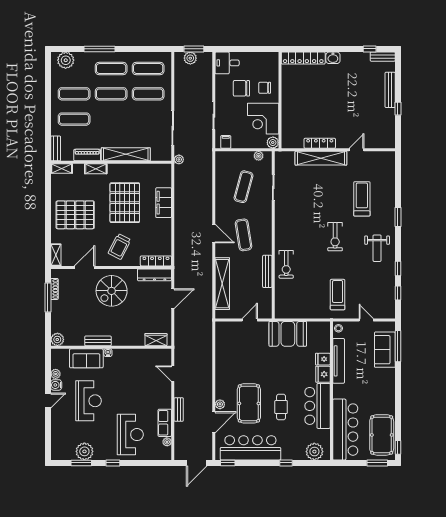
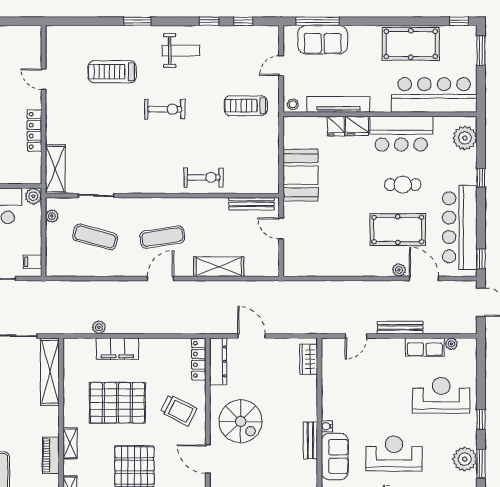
shelving: (126, 154) -> (50, 372), moved
shelving: (321, 158) -> (55, 169), moved, width x0.68
plant: (179, 159) -> (99, 327), moved
bench: (267, 271) -> (251, 204), moved
shelving: (222, 284) -> (219, 267), width x0.68
bench: (179, 409) -> (400, 328), width x1.36
pool table: (382, 435) -> (411, 44), moved

